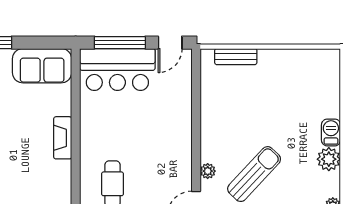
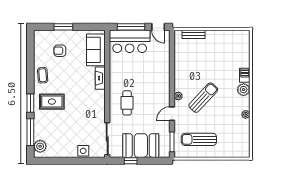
door: (170, 43) -> (158, 27), hinge flipped
sofa: (42, 66) -> (96, 50), moved, turned 90

